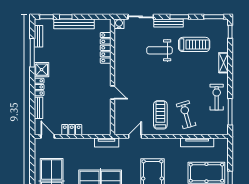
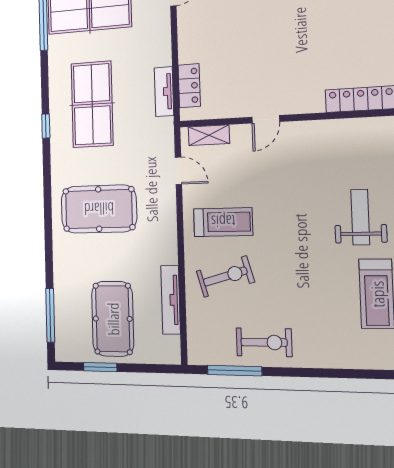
shelving: (223, 63) -> (209, 135), moved
locker: (72, 130) -> (189, 86), moved
tv unit: (107, 143) -> (164, 92), moved

